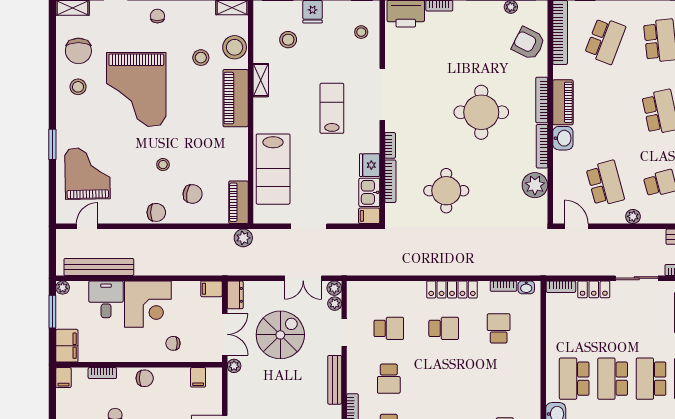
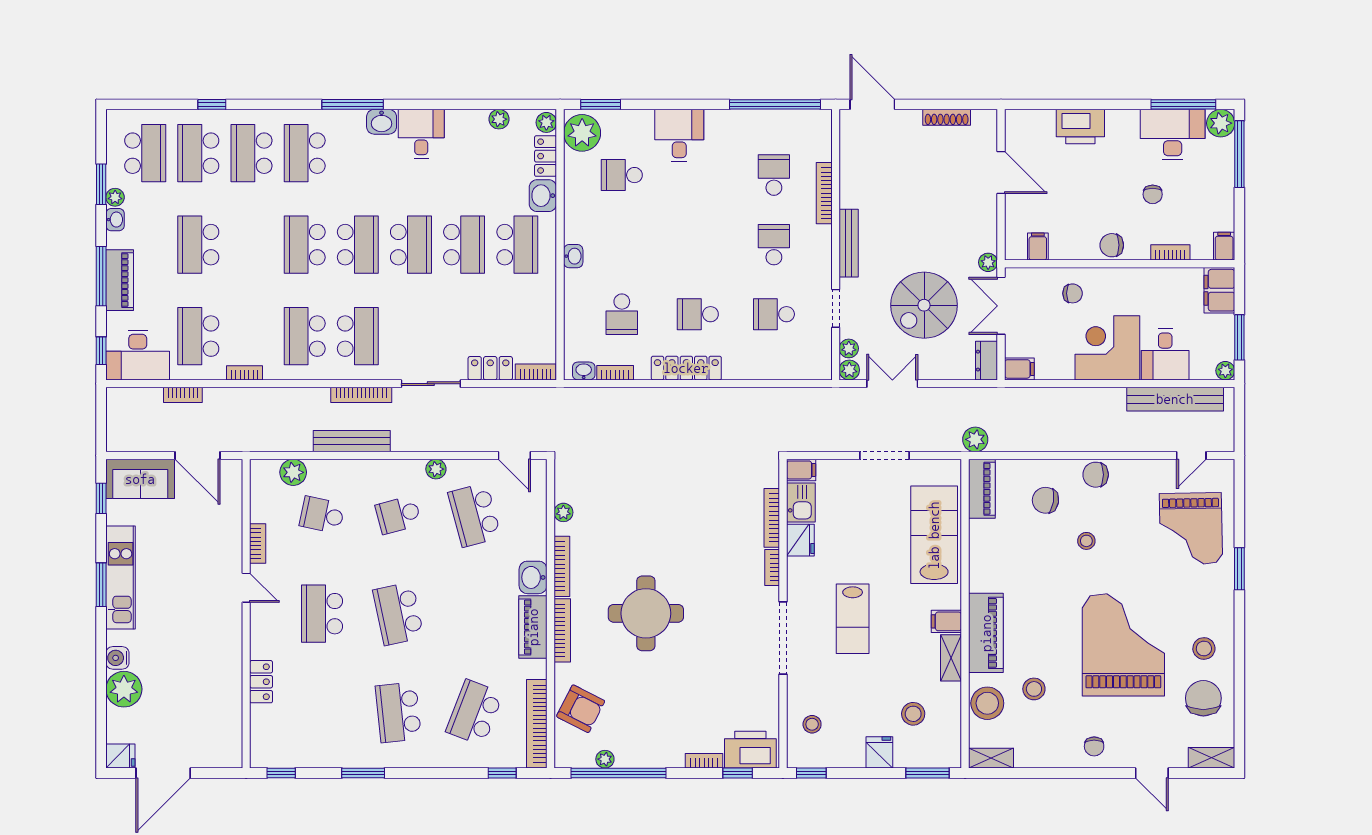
filing cabinet: (264, 106) -> (946, 621), added
plant: (535, 185) -> (563, 512), width x0.53, depth x0.53
round table: (446, 191) -> (694, 505), removed
washbasin: (534, 370) -> (573, 256), added

